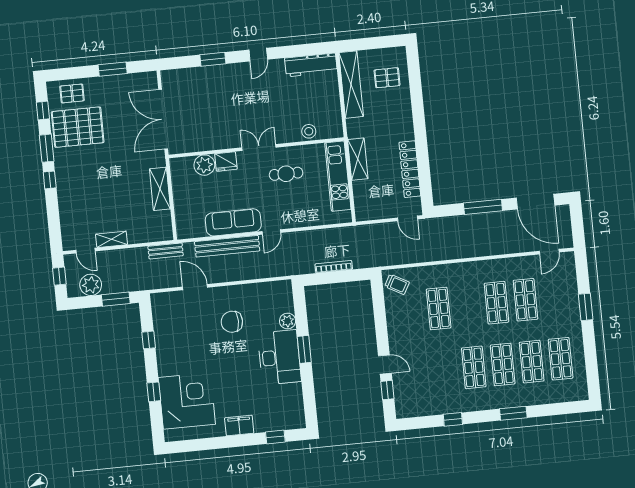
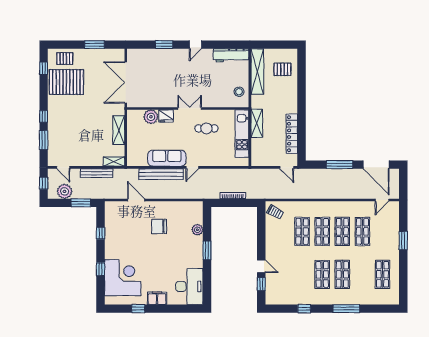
stool: (309, 131) -> (239, 92), moved
window: (47, 148) -> (44, 140), moved
shelving: (112, 239) -> (114, 161), moved
bench: (166, 251) -> (97, 173), moved, width x1.36
desk: (279, 357) -> (189, 286), moved
shop shelf: (532, 362) -> (322, 231), moved
window: (513, 413) -> (346, 309), width x1.44
window: (275, 437) -> (138, 309), moved

